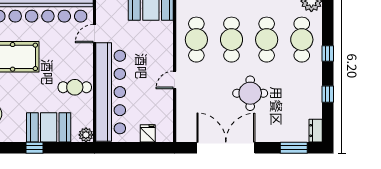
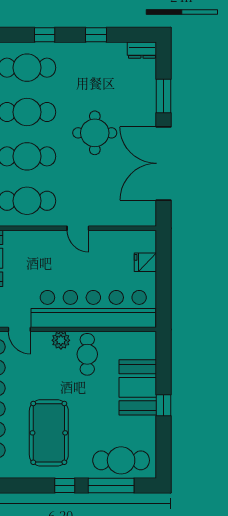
plant: (86, 135) -> (61, 340), moved
window: (294, 148) -> (164, 96), moved

